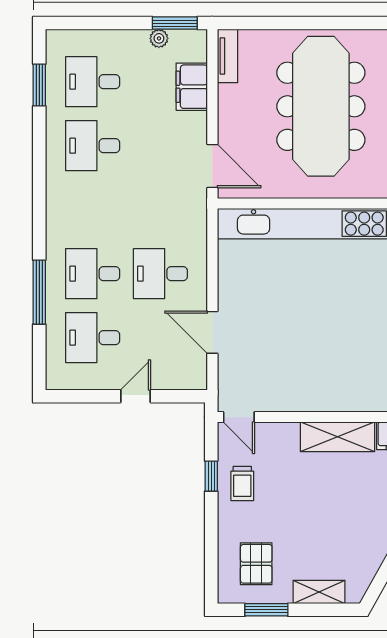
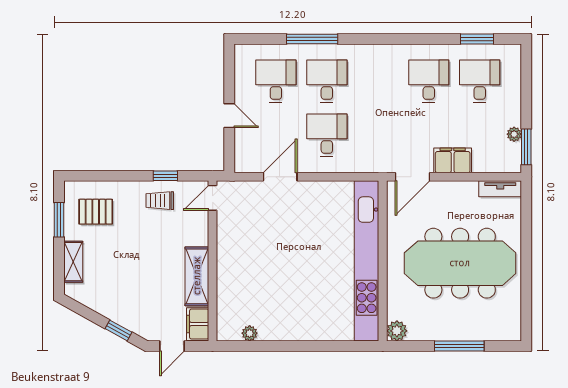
filing cabinet: (192, 87) -> (453, 160), moved

